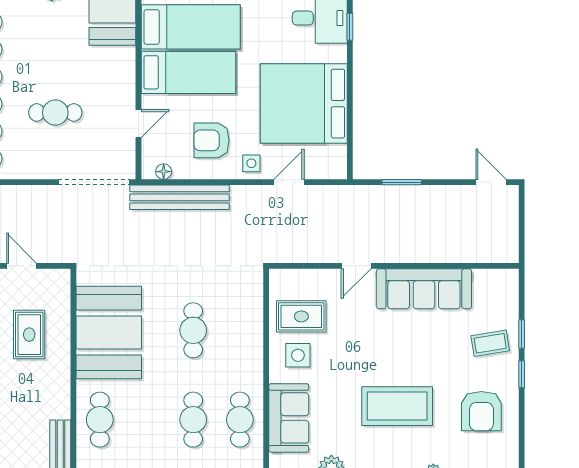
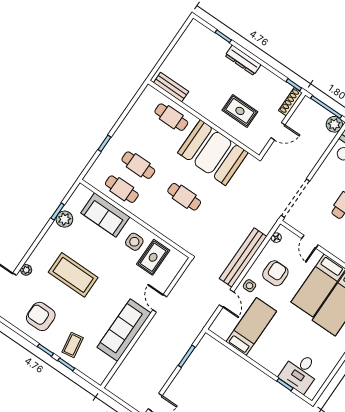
bed: (304, 104) -> (251, 326), width x0.49
bench: (180, 197) -> (243, 258), moved
coffee table: (397, 406) -> (73, 275), turned 90

